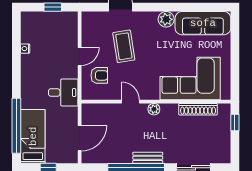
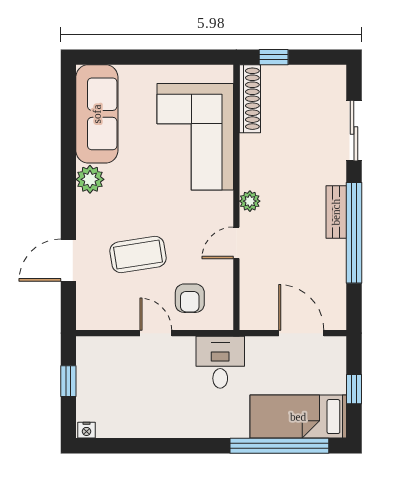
nightstand: (25, 49) -> (86, 430), moved
armchair: (99, 75) -> (190, 298), turned 180
shoe rack: (198, 109) -> (250, 99), moved

